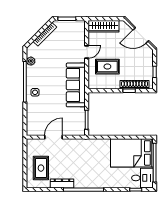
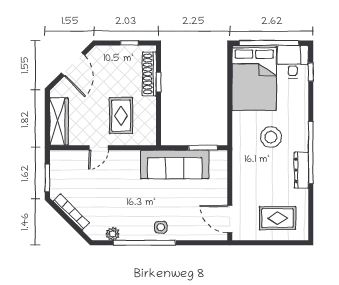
door: (87, 52) -> (99, 148), swing flipped
sofa: (76, 85) -> (175, 164), moved
door: (53, 137) -> (230, 219), moved
stool: (93, 164) -> (271, 137), added
dresser: (62, 183) -> (301, 170), moved

